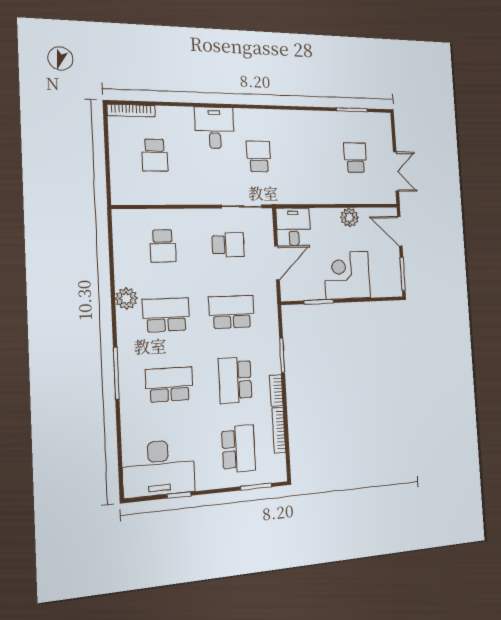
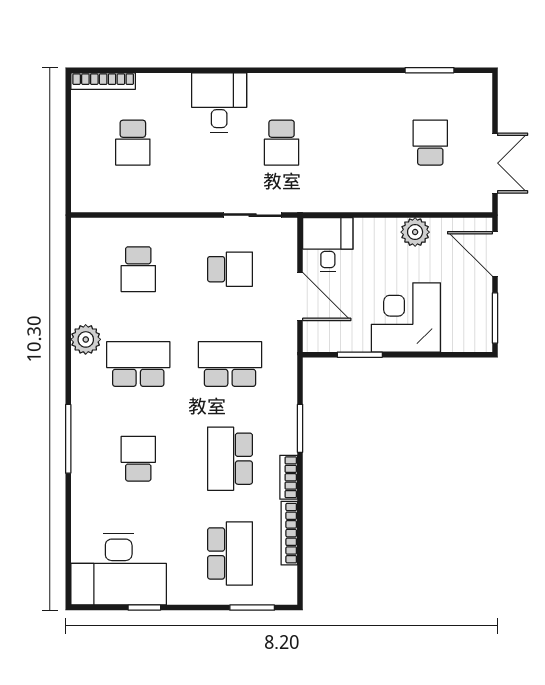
school desk: (259, 156) -> (282, 143), turned 180
door: (277, 263) -> (300, 297), hinge flipped
school desk: (169, 385) -> (138, 459), width x0.54

